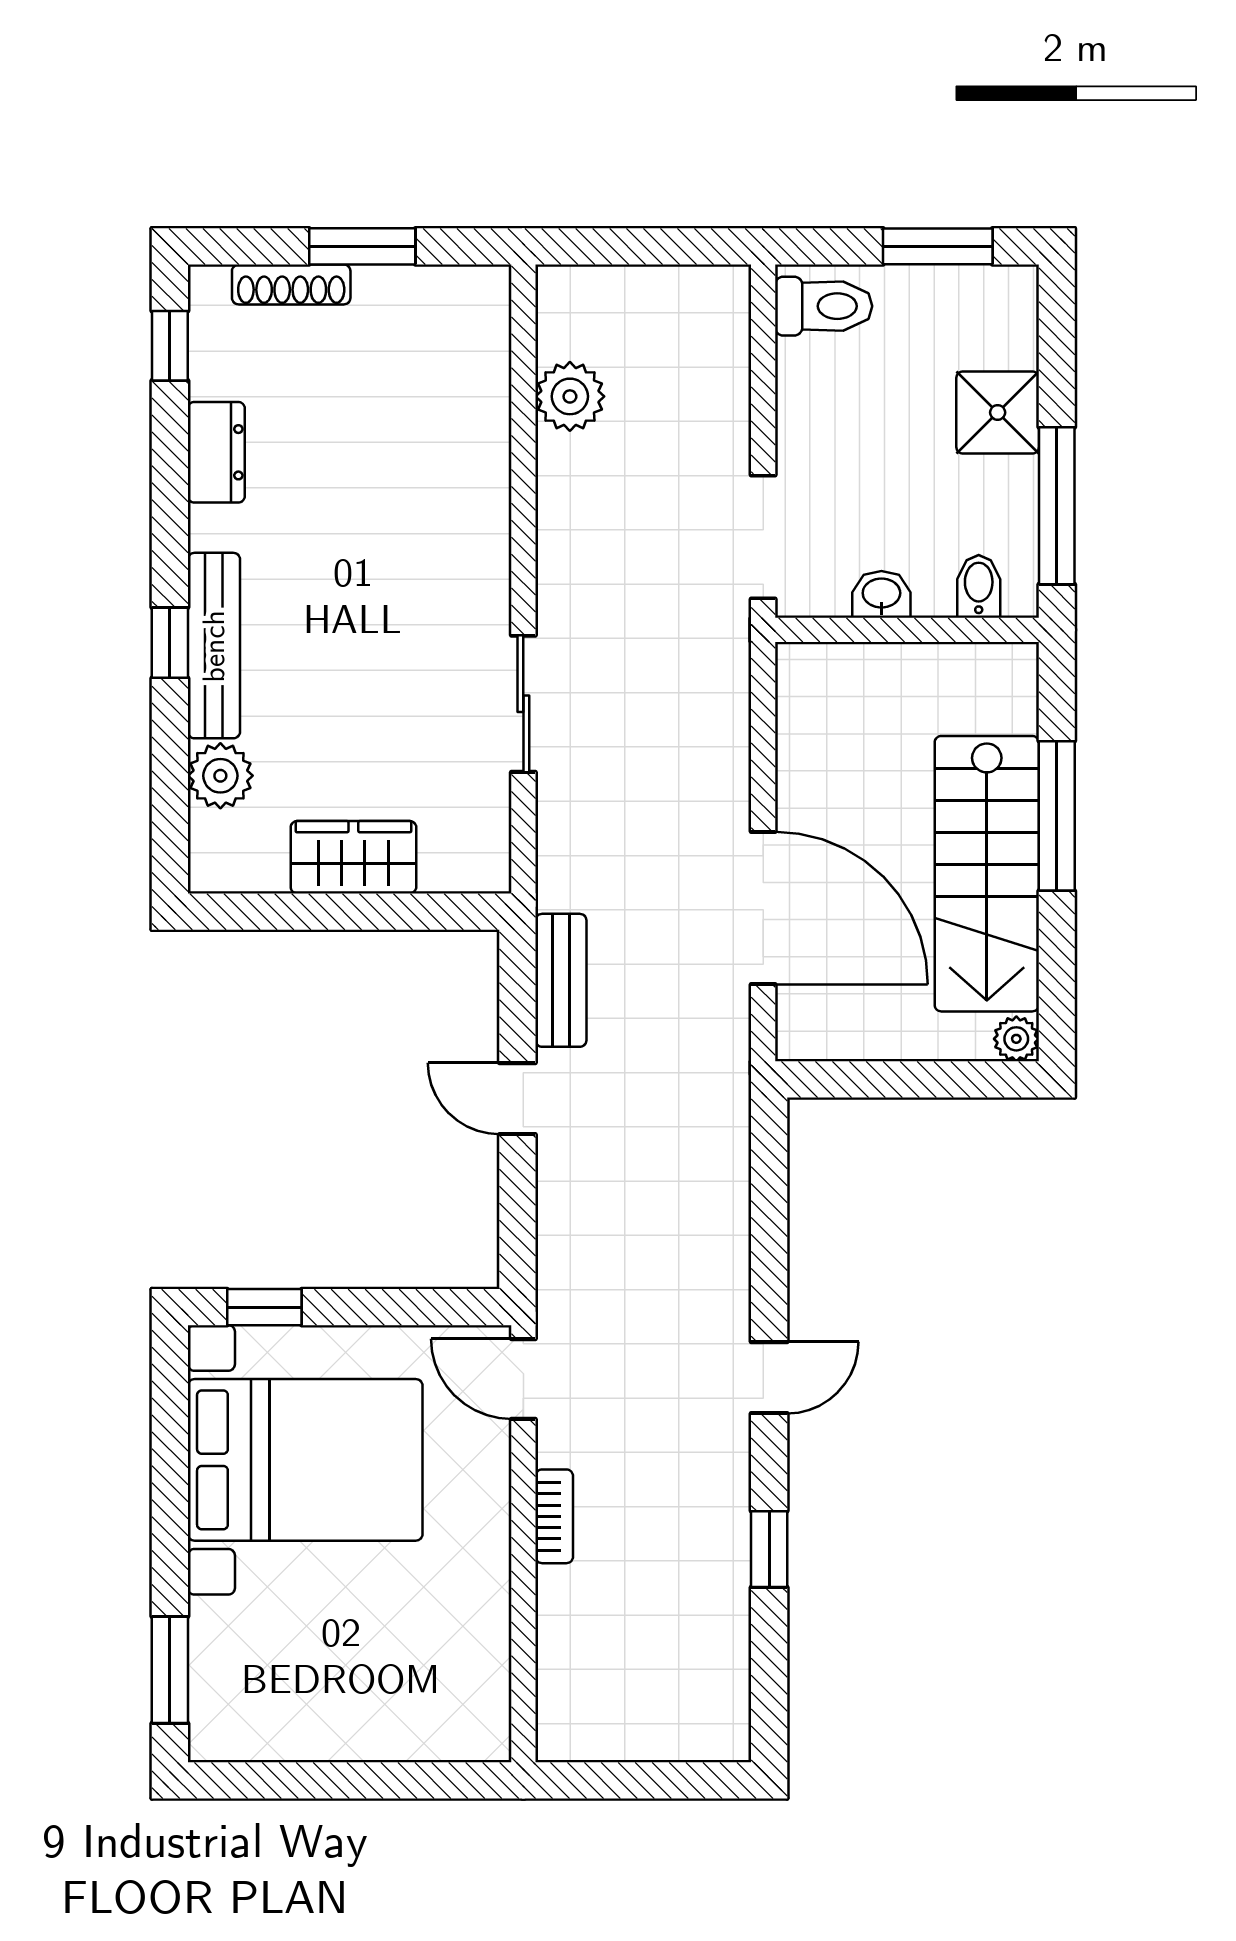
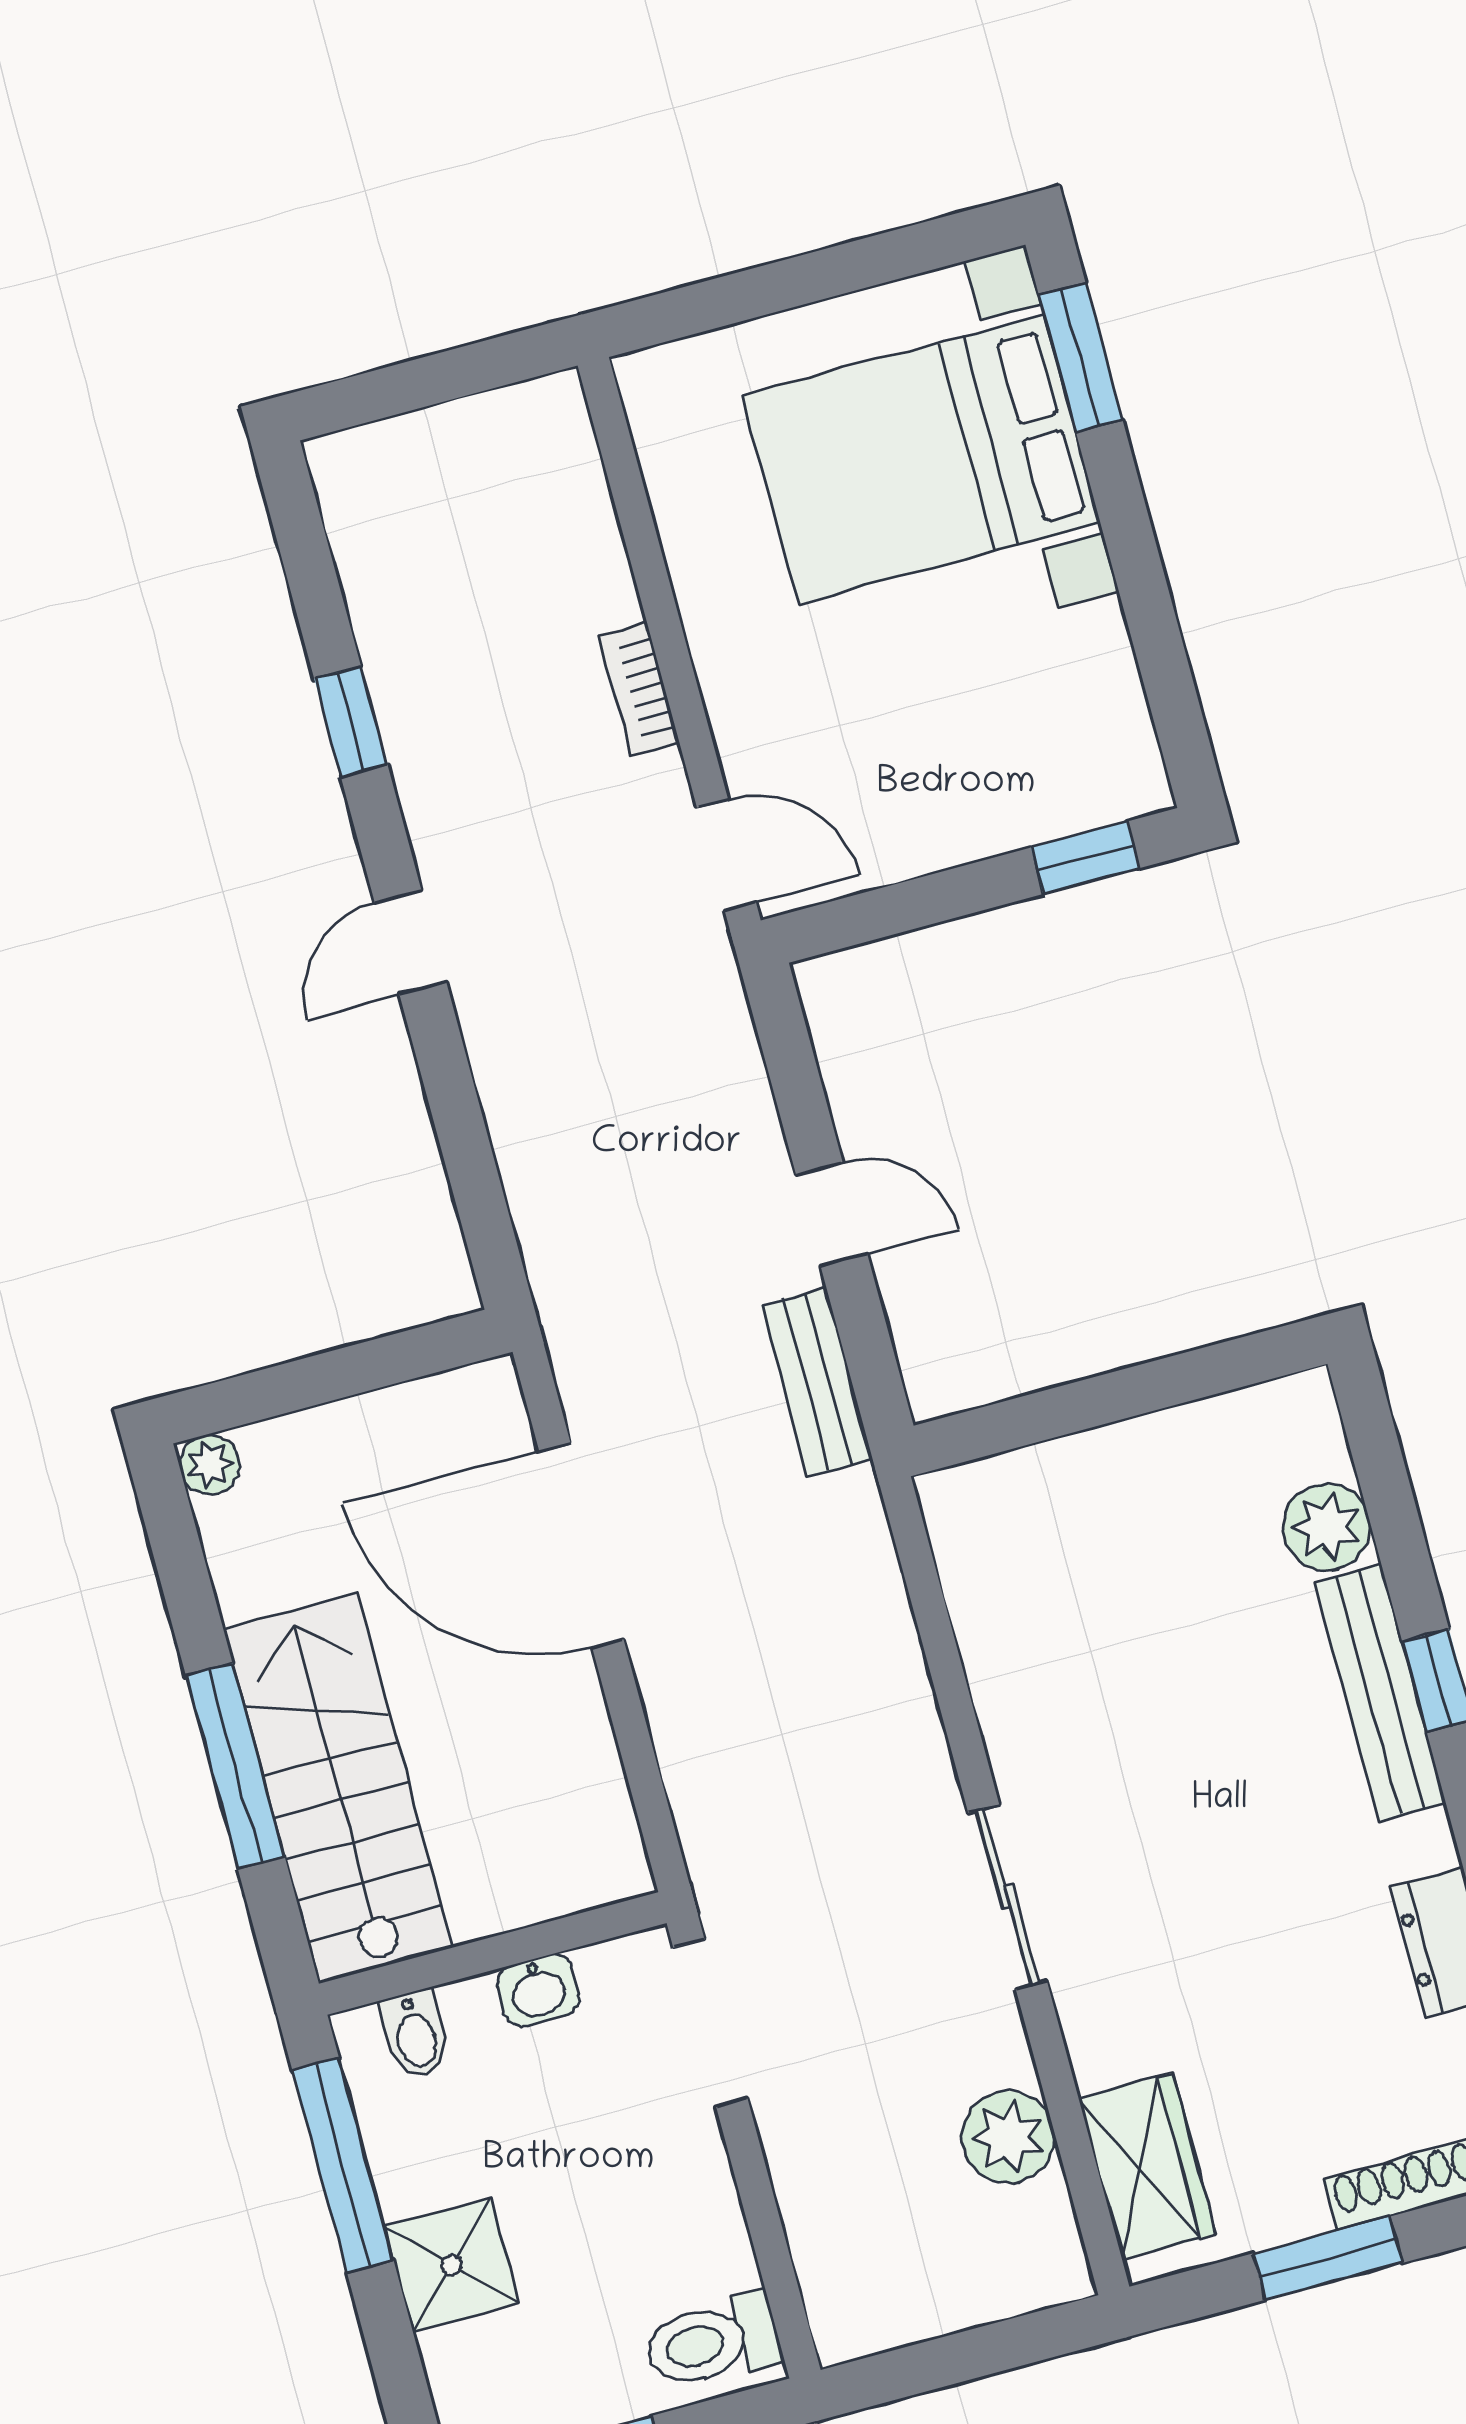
sliding door: (523, 704) -> (1008, 1897), moved
wardrobe: (353, 857) -> (1147, 2167), moved, turned -90
stairs: (987, 874) -> (338, 1788), moved
bed with nightstands: (305, 1460) -> (921, 459), moved

